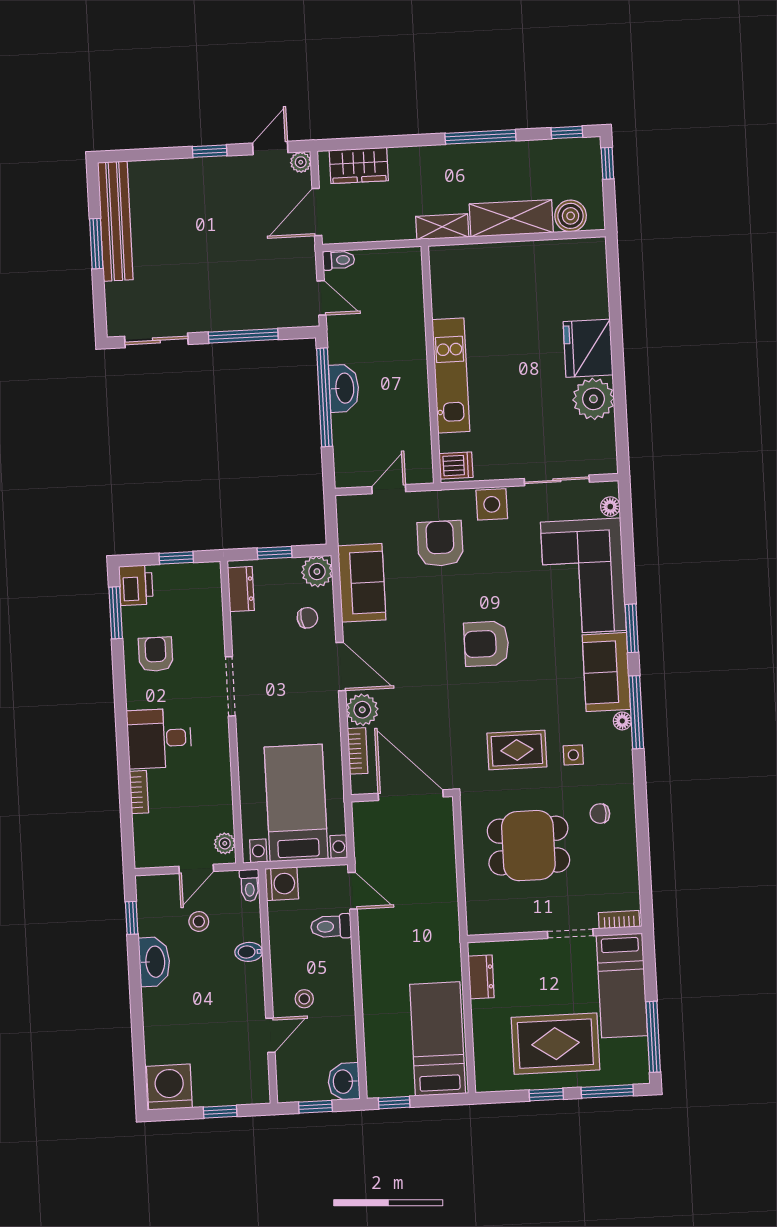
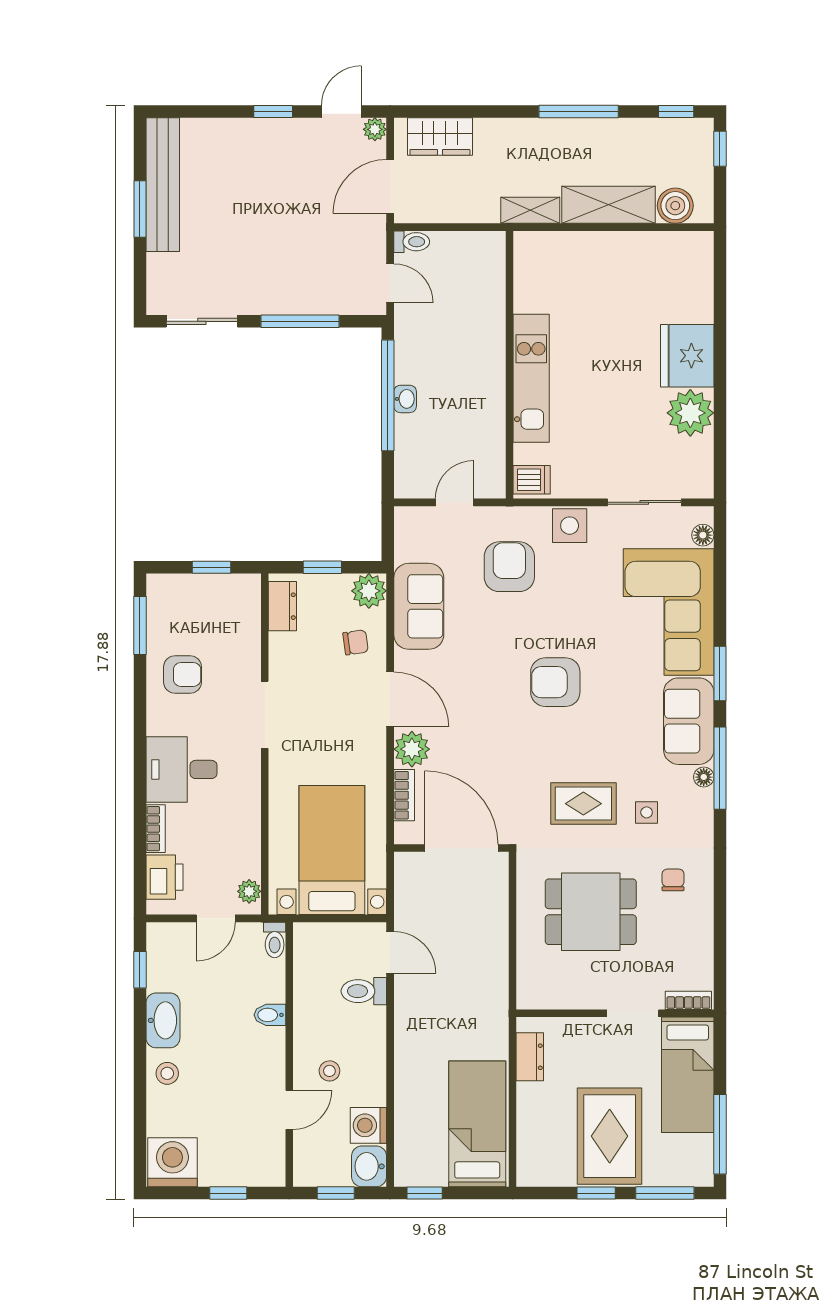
washbasin: (344, 388) -> (405, 399), width x0.52, depth x0.69
printer: (136, 585) -> (164, 877), moved
armchair: (156, 654) -> (183, 674), turned 90
chair: (600, 814) -> (673, 880), turned 90
washing machine: (282, 884) -> (368, 1125), moved, turned 180
stool: (199, 921) -> (167, 1073), moved
rug: (555, 1044) -> (610, 1136), turned 90

